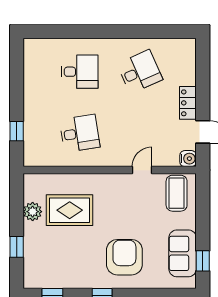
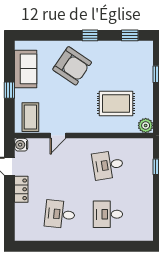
desk: (140, 72) -> (60, 214), turned 30
plant: (33, 212) -> (146, 125), moved
armchair: (124, 257) -> (72, 66), turned -56
window: (203, 261) -> (9, 90), moved

